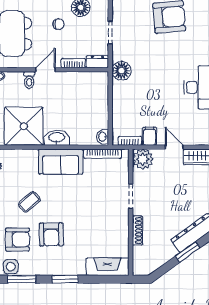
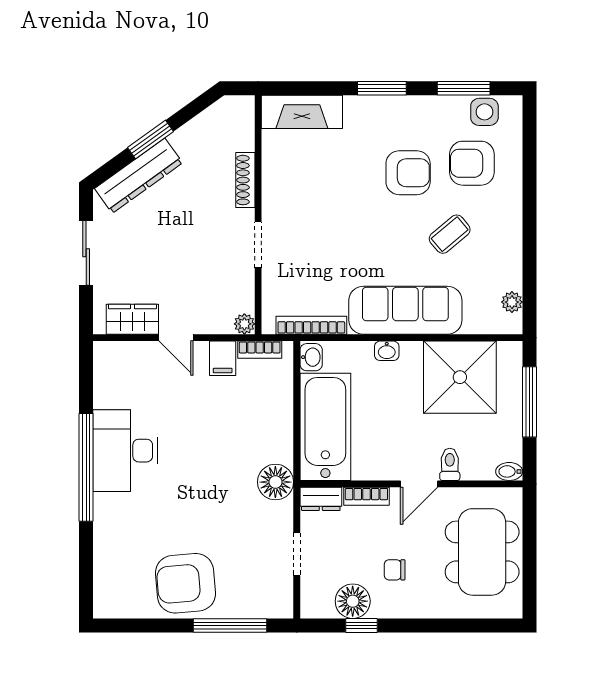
bathtub: (95, 100) -> (325, 427), added
washbasin: (57, 138) -> (387, 351), width x0.52, depth x0.69
plant: (143, 159) -> (244, 324), width x0.53, depth x0.53
sofa: (61, 162) -> (405, 310), width x1.36
armchair: (51, 234) -> (408, 173), turned 90

